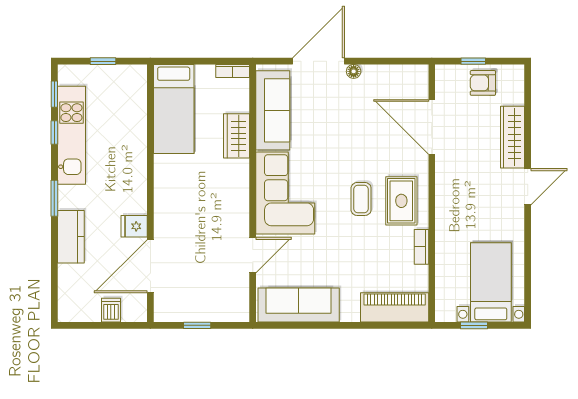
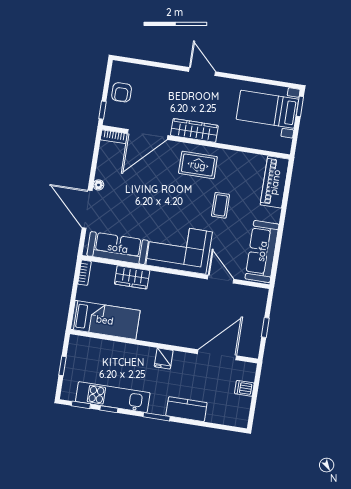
window: (473, 61) -> (103, 110), moved
wardrobe: (513, 137) -> (194, 130), moved, turned 180
coffee table: (361, 199) -> (221, 205), moved, turned 90
fridge: (134, 226) -> (164, 358), moved
bookcase: (422, 247) -> (114, 137), moved
door: (150, 266) -> (217, 355), swing flipped
window: (474, 325) -> (300, 106), moved

